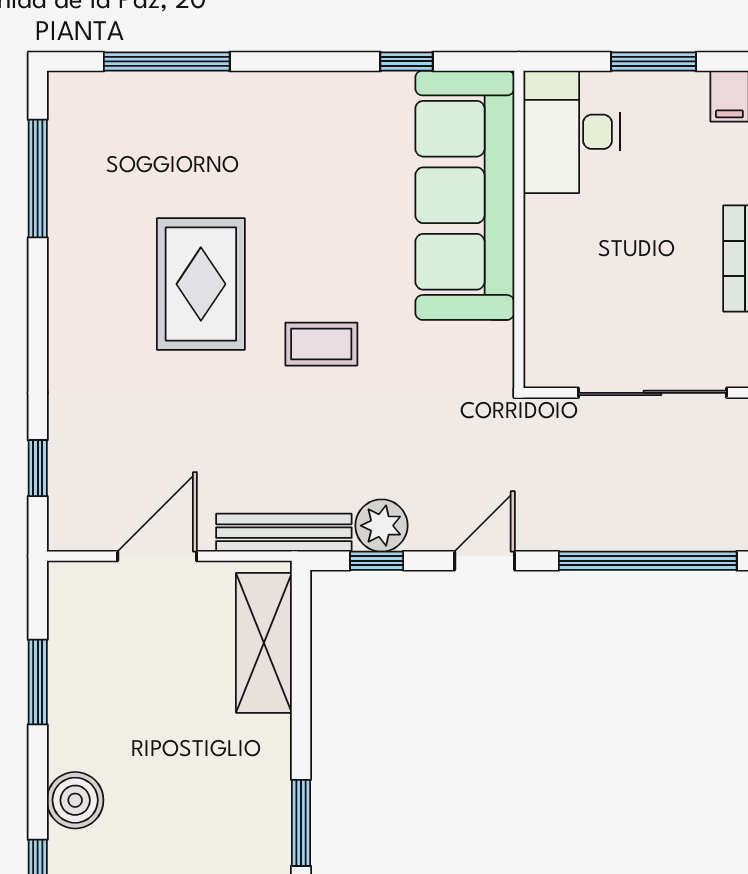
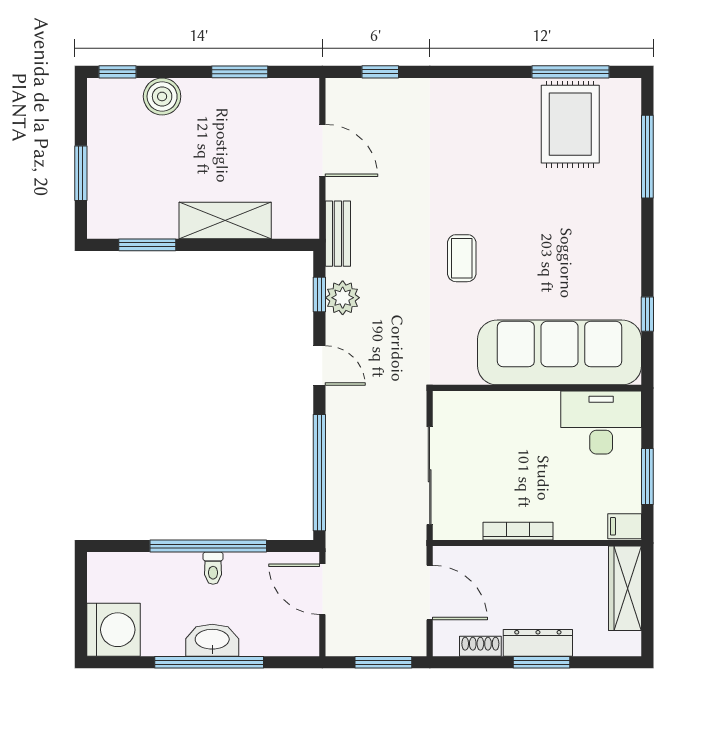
rug: (201, 284) -> (570, 124), moved, turned 90
bench: (284, 533) -> (338, 234), width x0.73
shelving: (264, 643) -> (225, 220), moved

